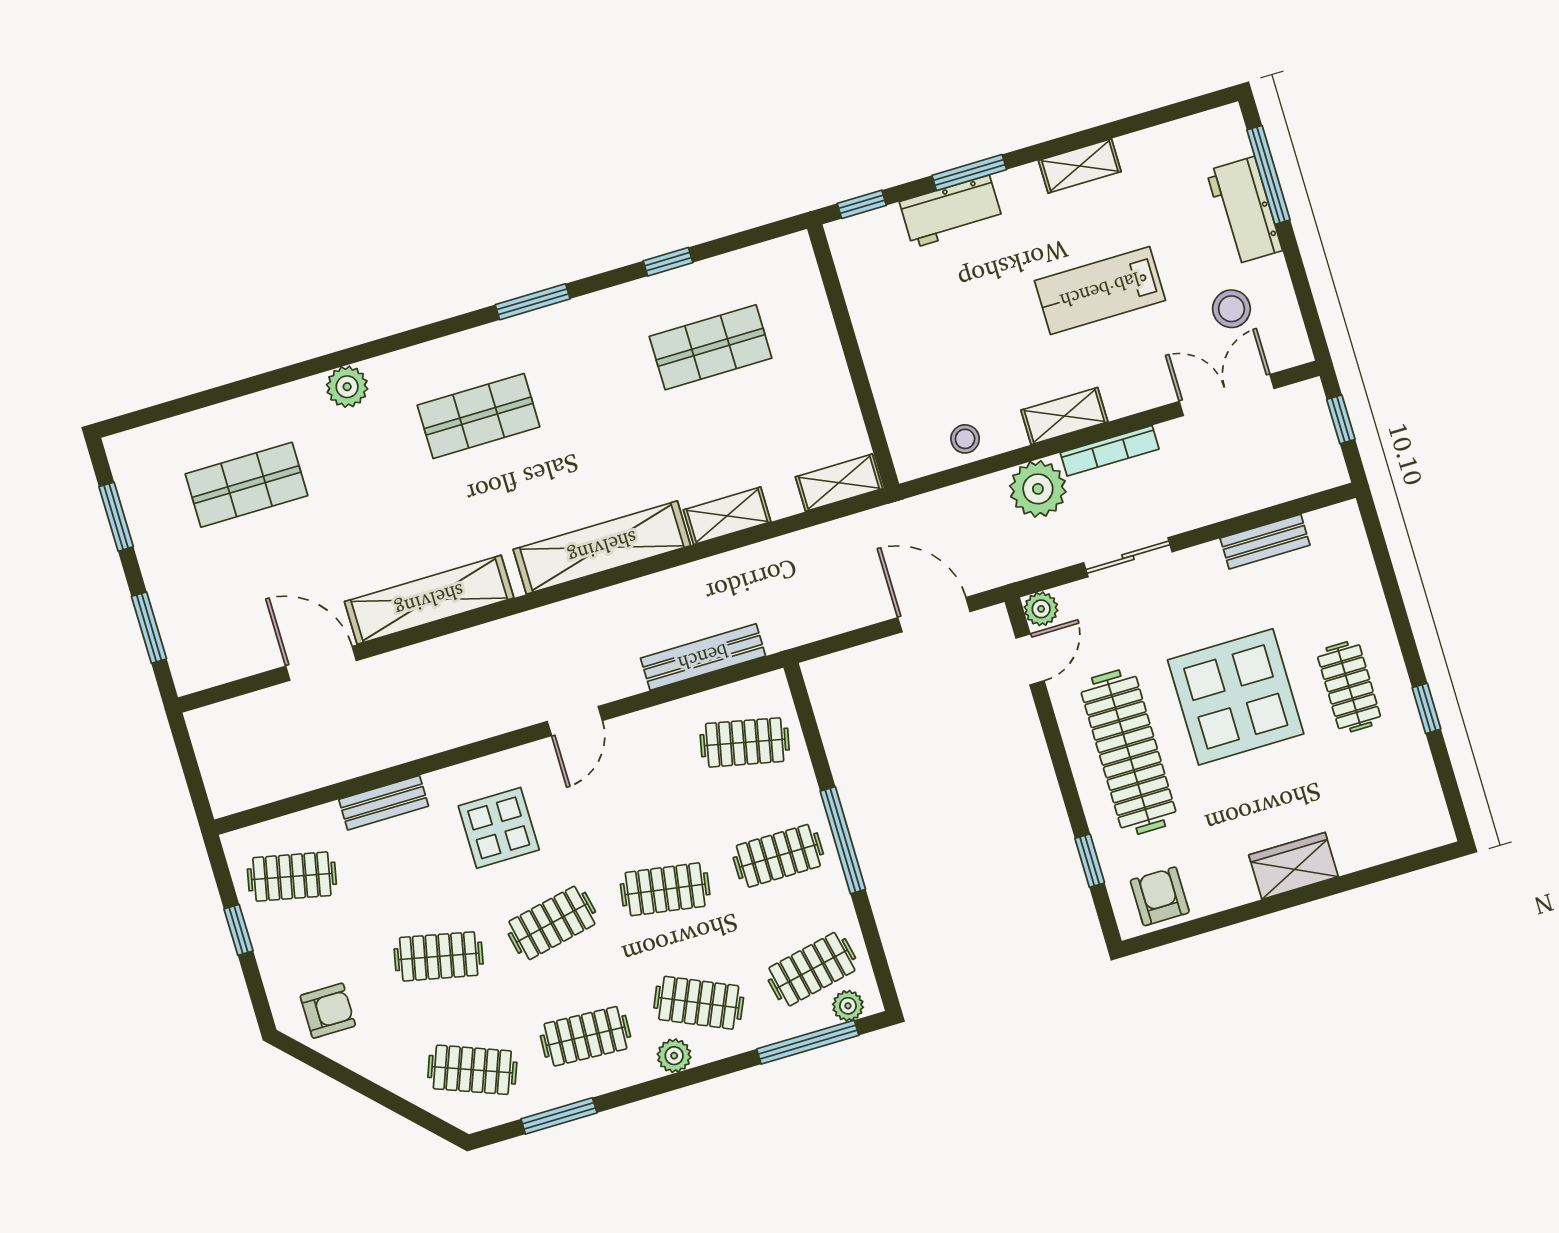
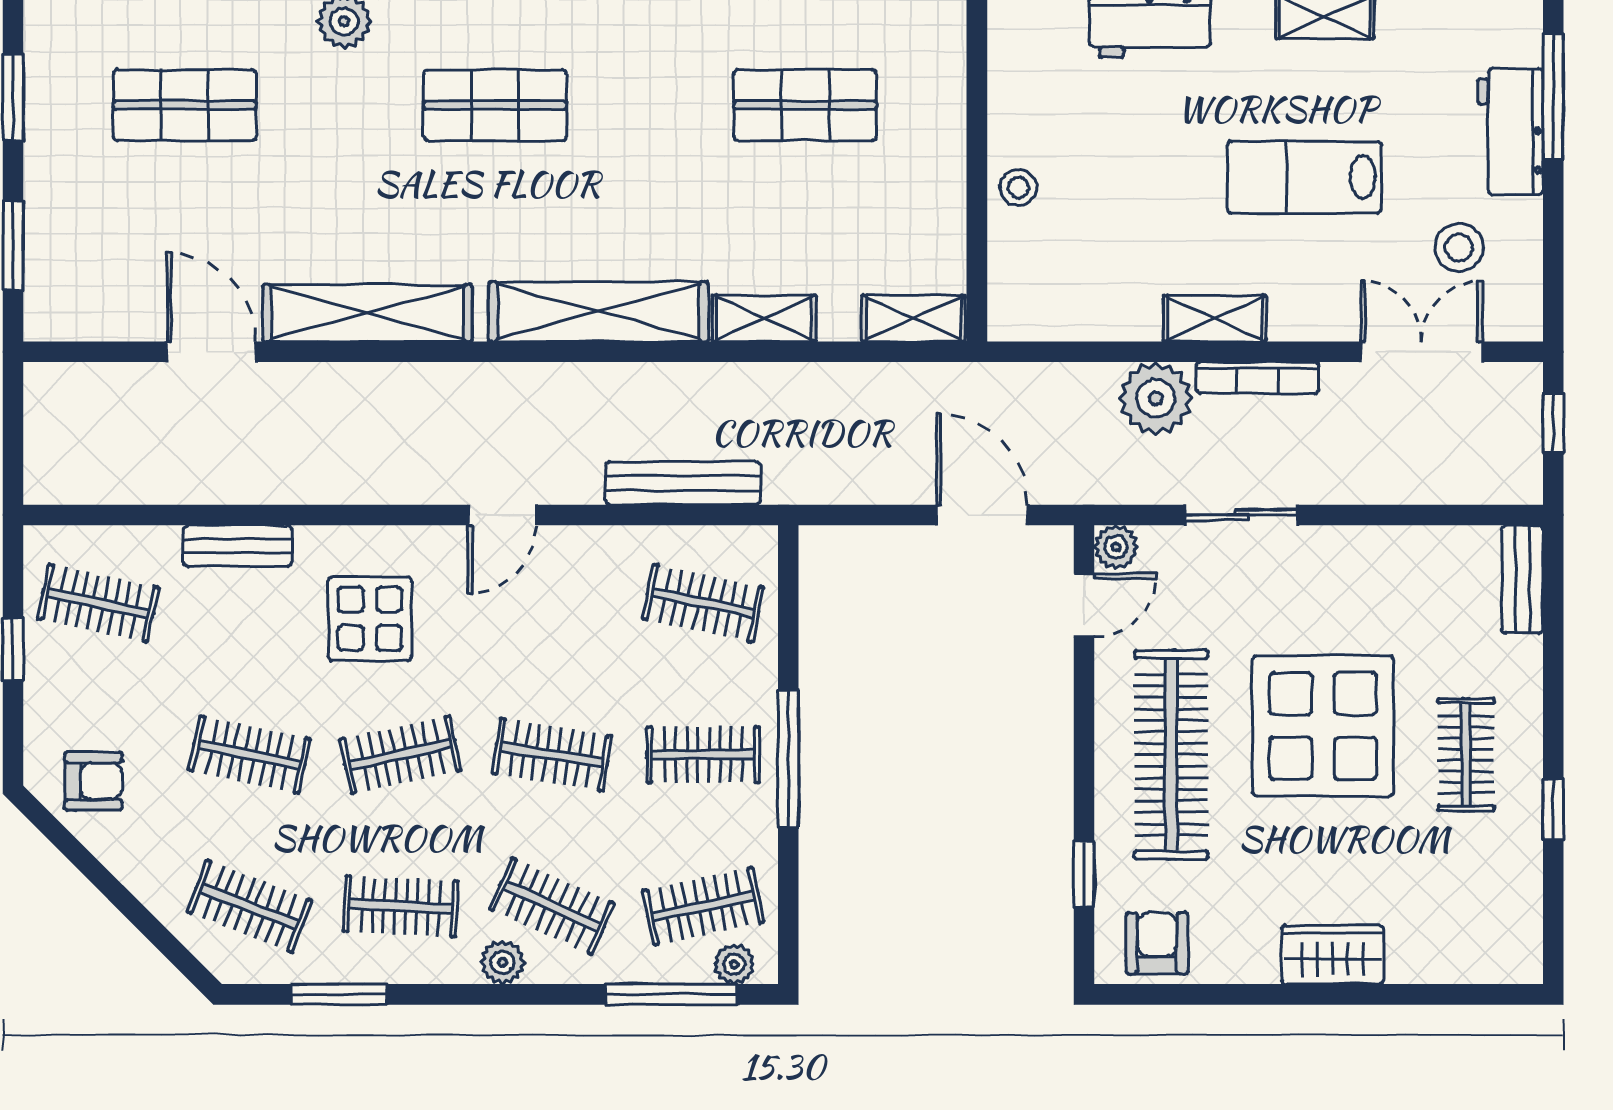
stool: (965, 439) -> (1018, 188), moved
bench: (1265, 542) -> (1522, 579), moved, turned 90

